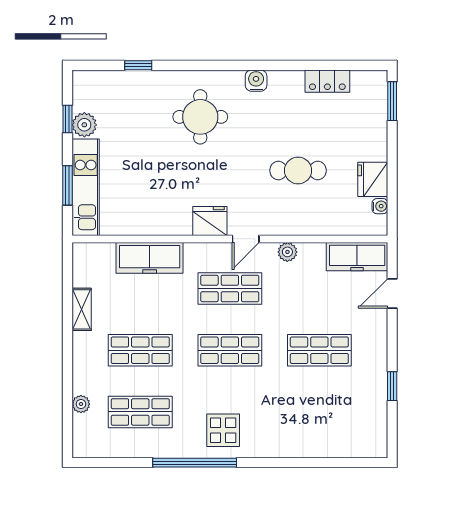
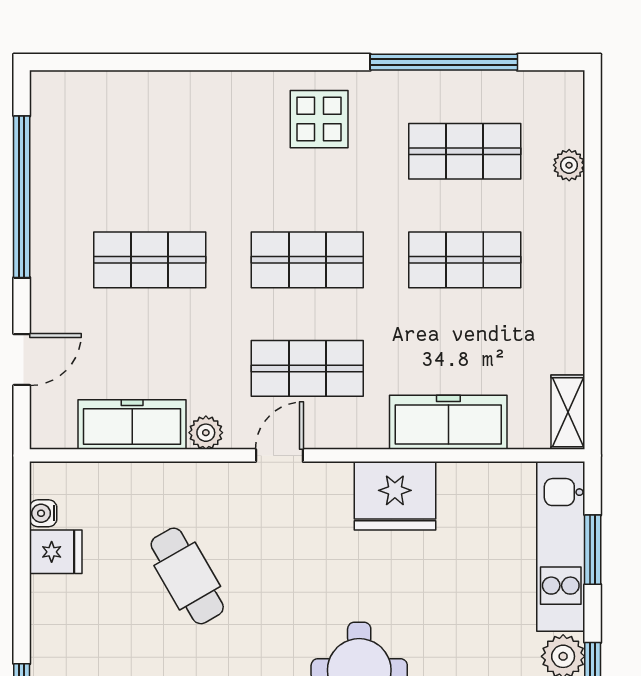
cafe table: (298, 170) -> (187, 576), turned 60
fridge: (373, 179) -> (56, 552), width x0.72
fridge: (210, 221) -> (395, 496), moved, width x1.36, depth x1.34
freezer: (357, 257) -> (132, 425), moved
shelving: (82, 309) -> (568, 412), moved
window: (392, 386) -> (22, 197), width x3.17
window: (195, 463) -> (444, 62), moved

